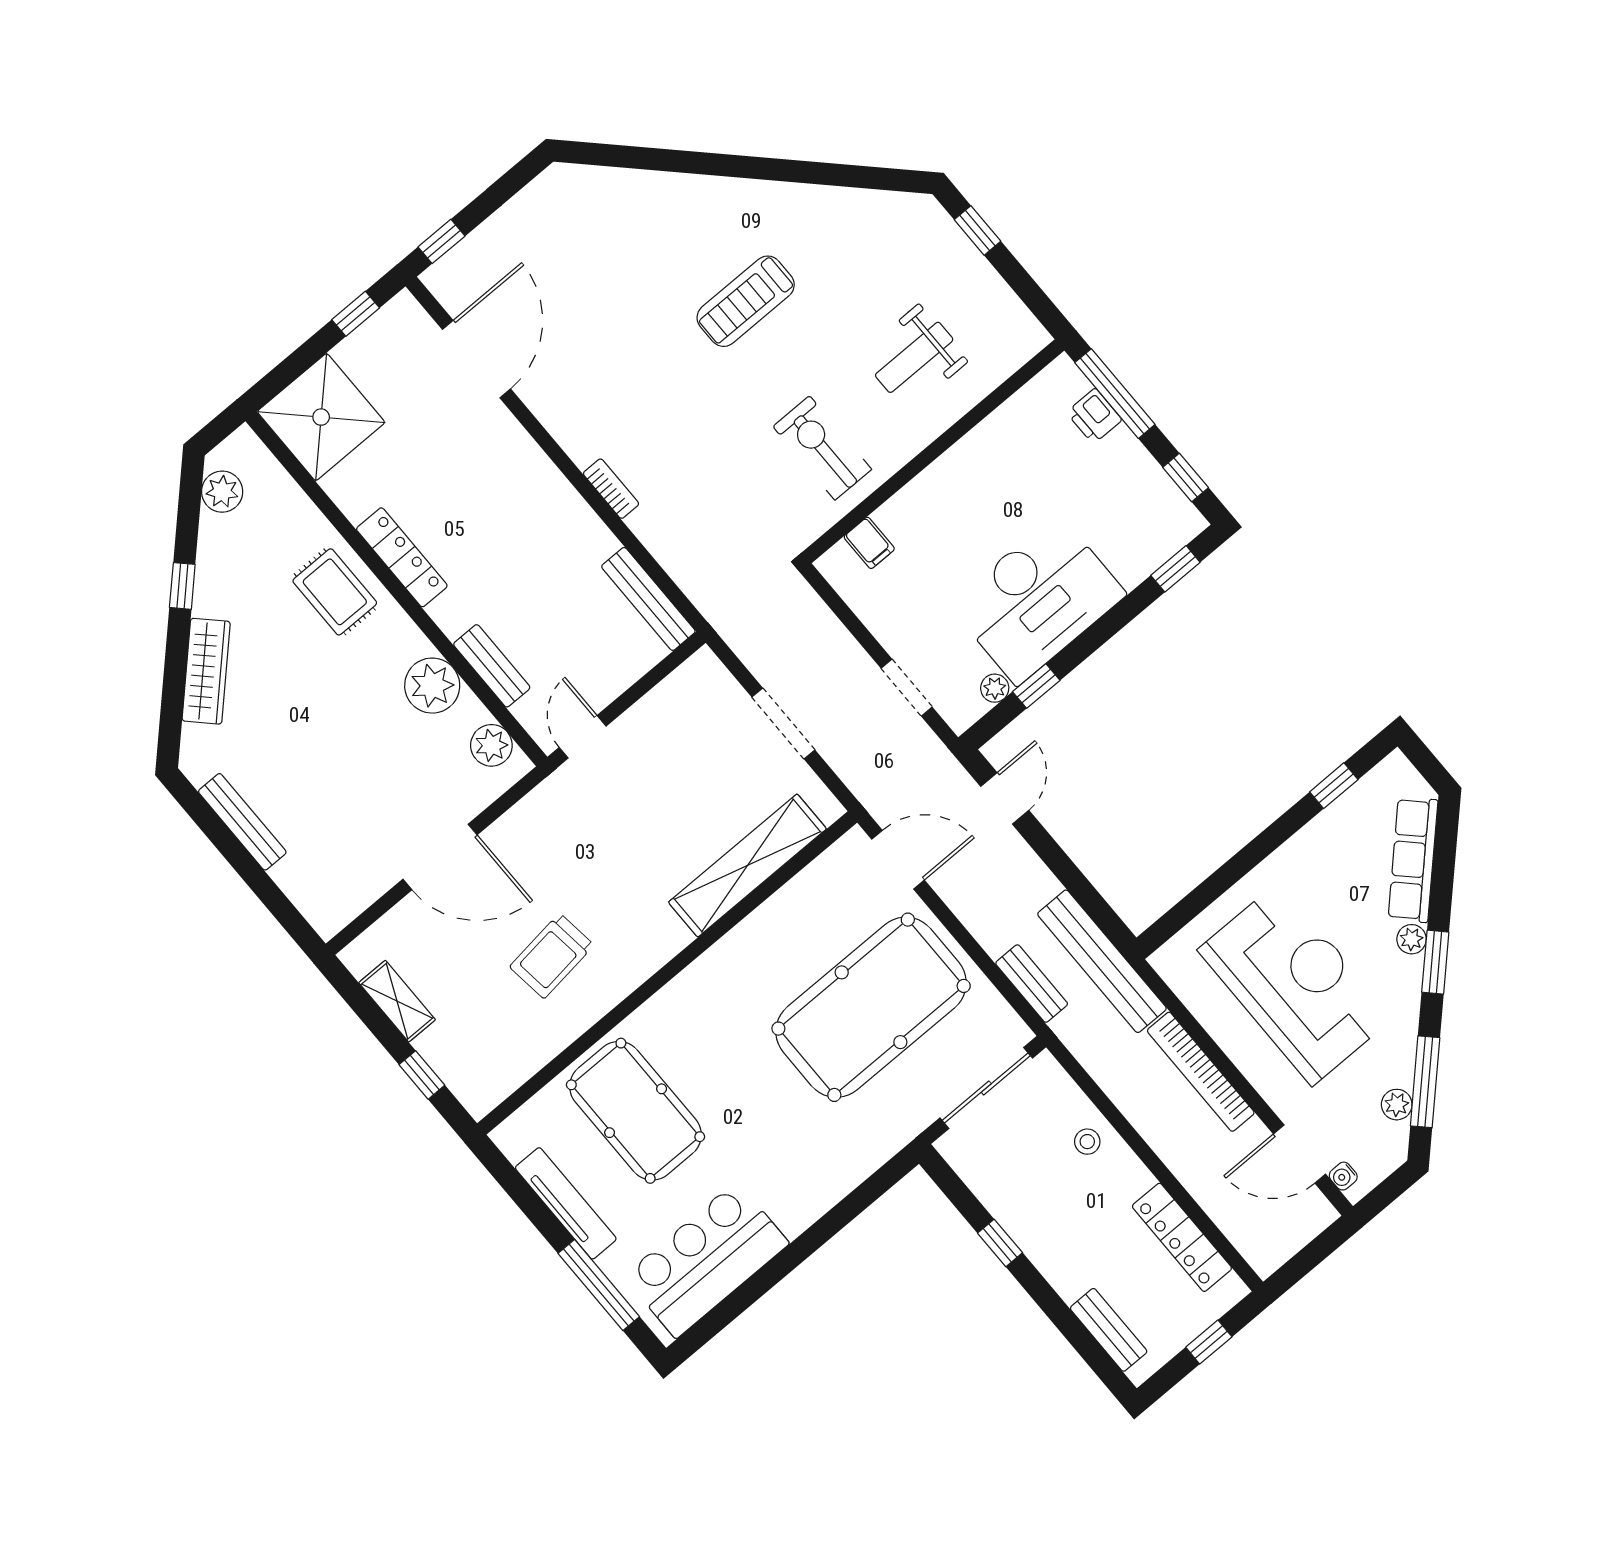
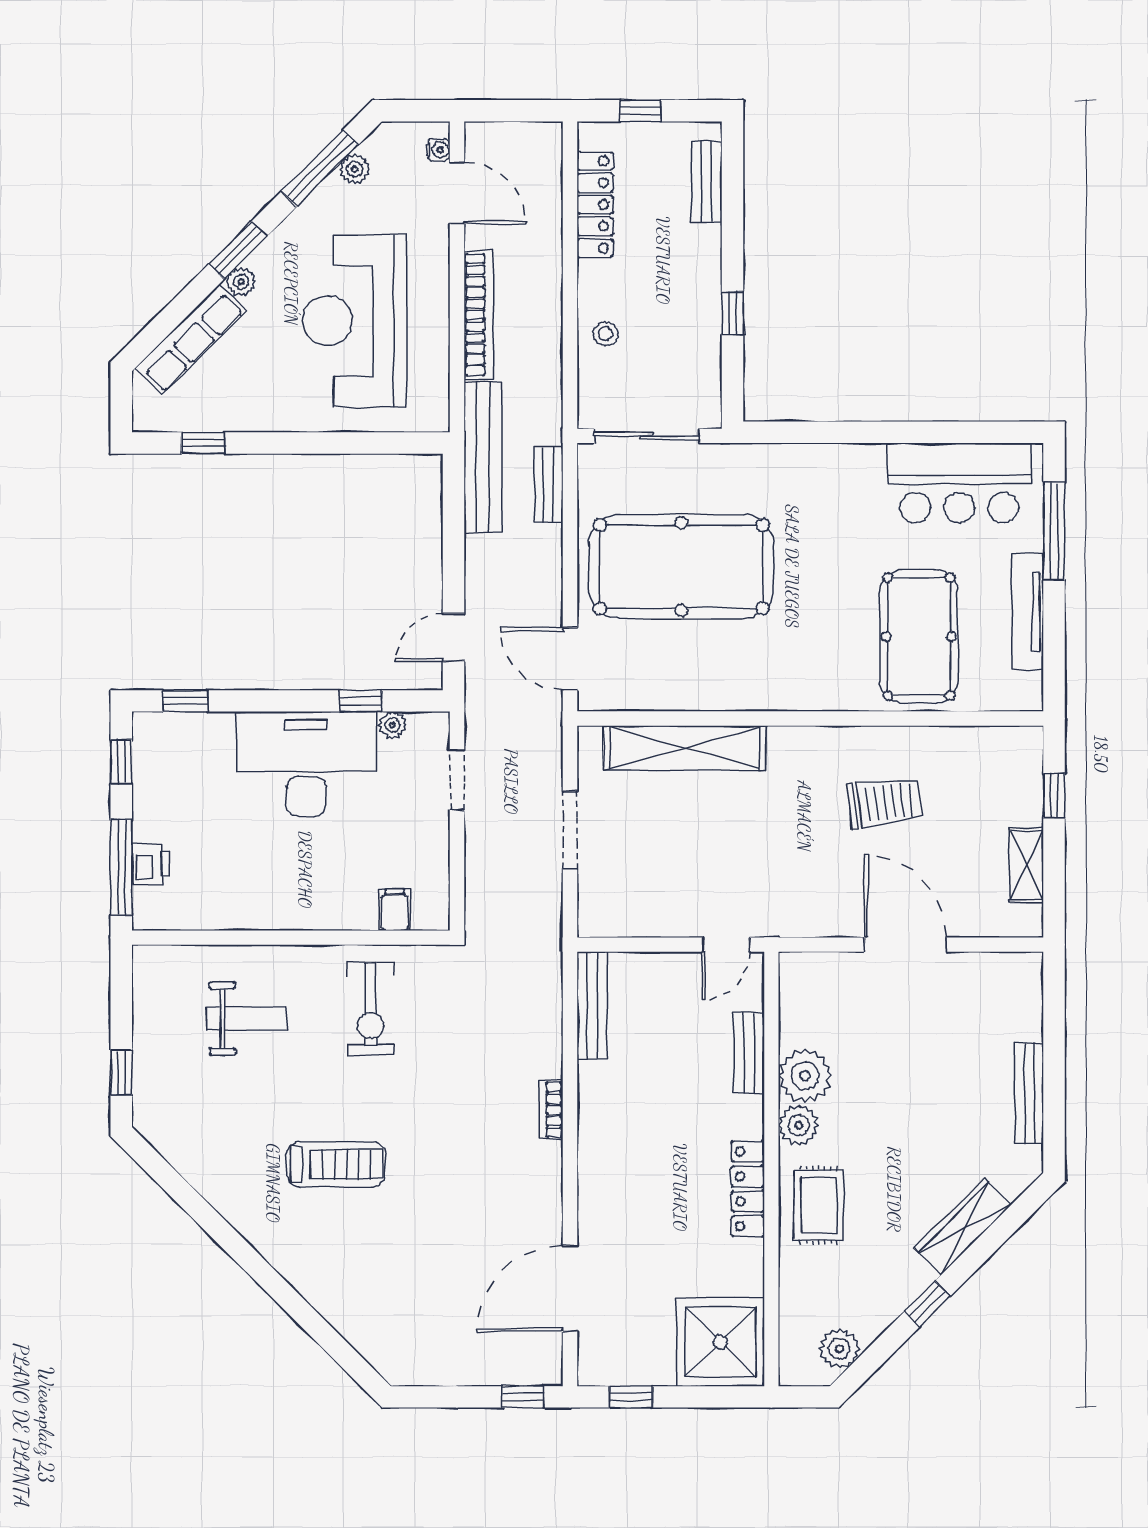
plant: (491, 745) -> (798, 1125), moved

